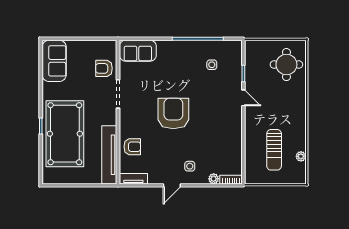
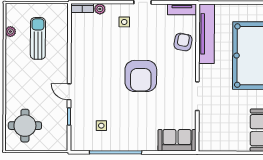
armchair: (104, 68) -> (212, 122), removed
armchair: (132, 147) -> (183, 42), turned 101

